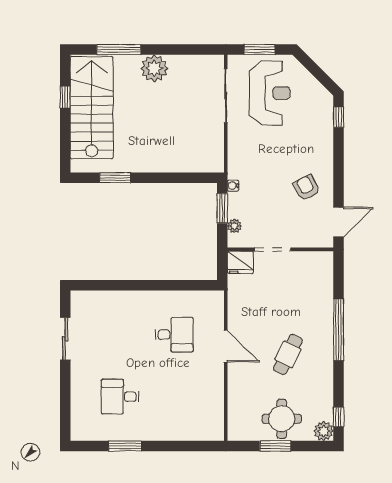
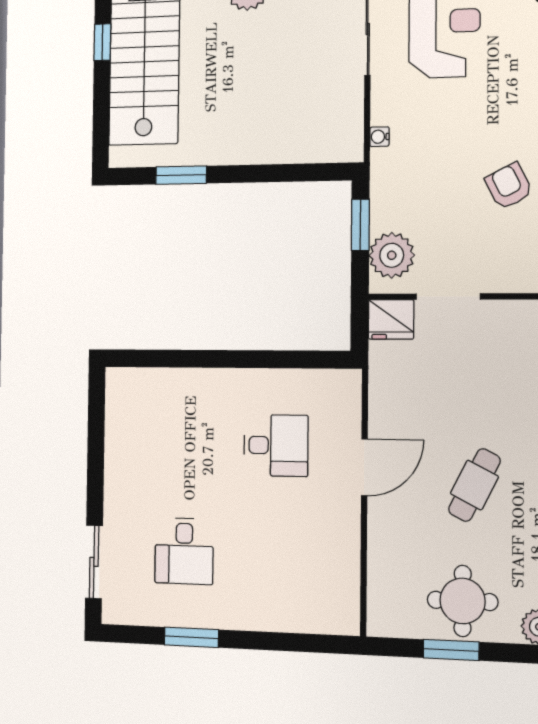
water cooler: (233, 186) -> (379, 137), moved
plant: (234, 226) -> (392, 255), width x1.88, depth x1.88
sliding door: (65, 339) -> (94, 562), moved
door: (226, 346) -> (364, 467), hinge flipped
desk: (120, 397) -> (184, 551), turned -90

